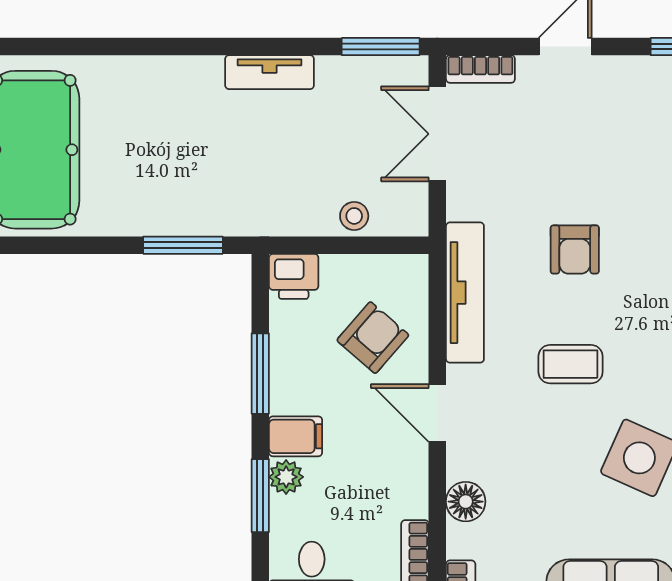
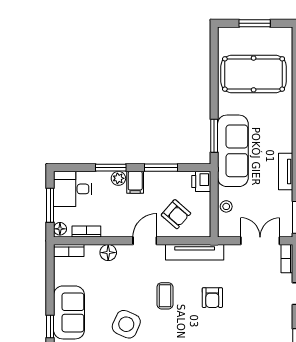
sofa: (219, 200) -> (233, 151), added
armchair: (575, 249) -> (212, 298), turned -90

